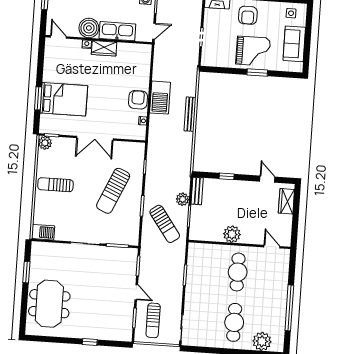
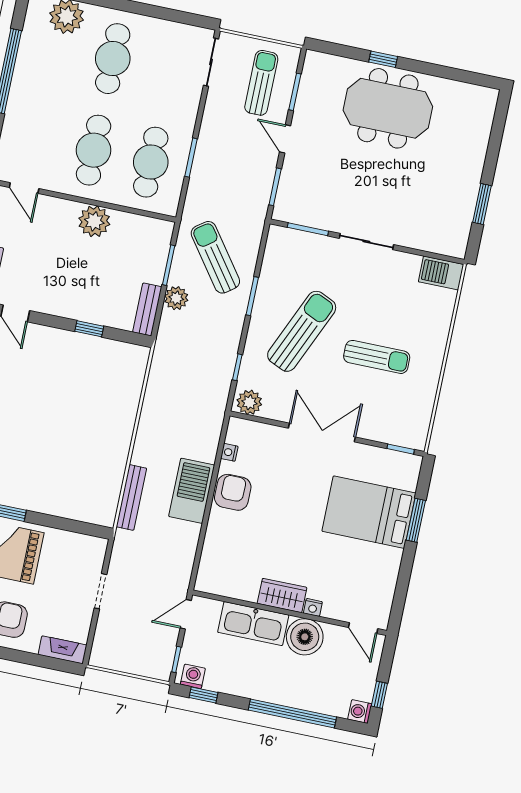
armchair: (138, 100) -> (233, 492), turned 180
bench: (190, 114) -> (131, 497), moved
plant: (45, 143) -> (249, 402), moved
sun lounger: (55, 185) -> (377, 357), moved
cafe table: (206, 270) -> (151, 162), added
meeting table: (49, 304) -> (388, 108), moved, turned 90

